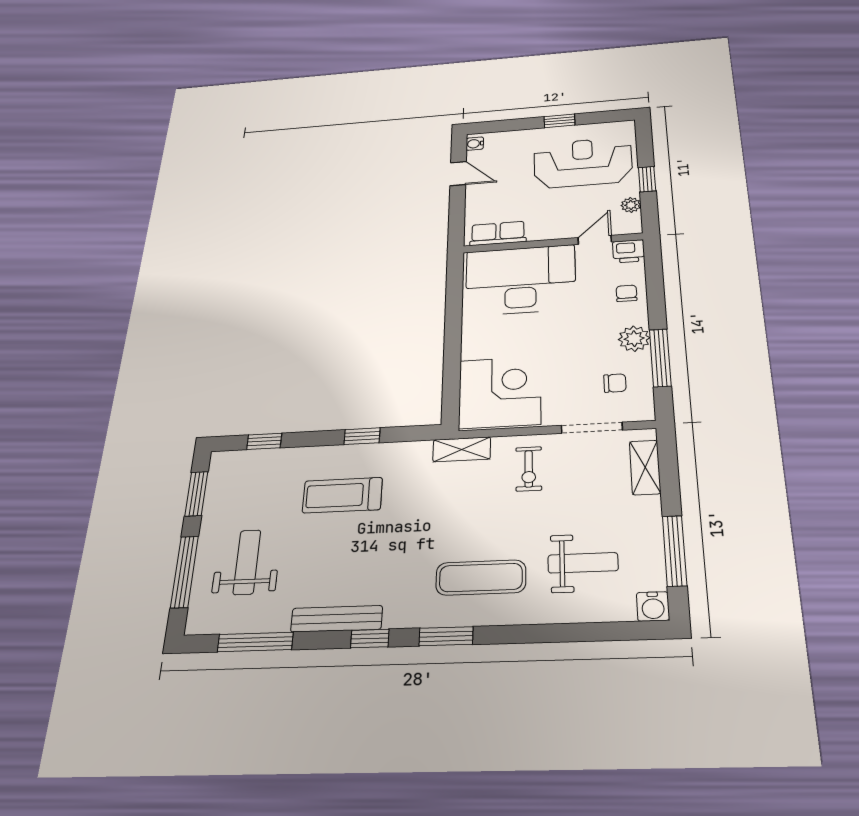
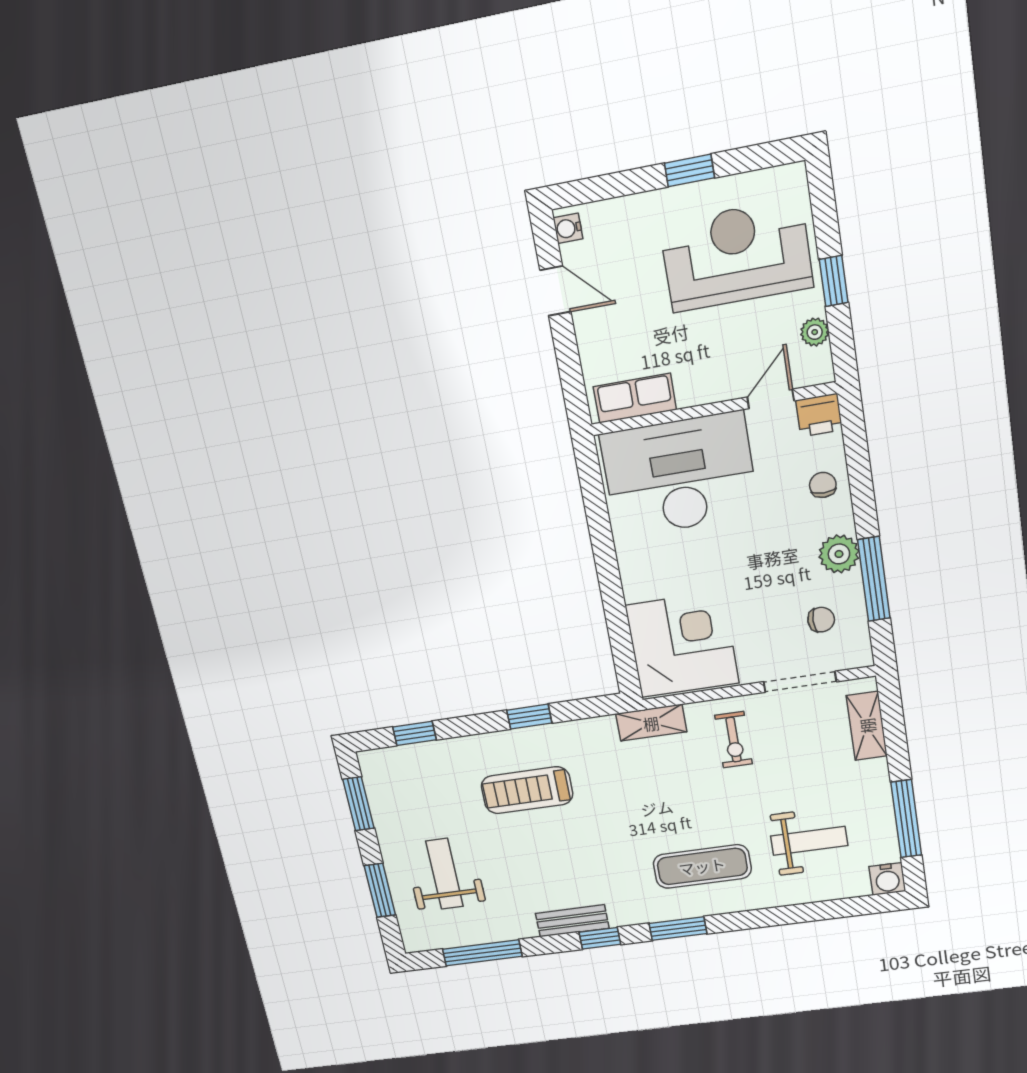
window: (184, 572) -> (380, 890), width x0.69
bench: (337, 619) -> (572, 921), width x0.73

